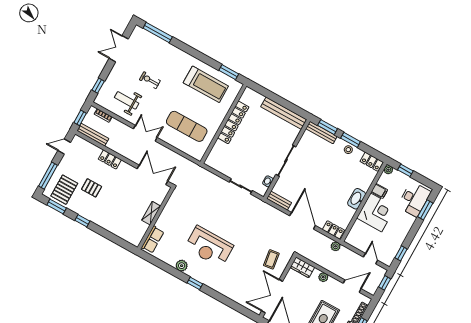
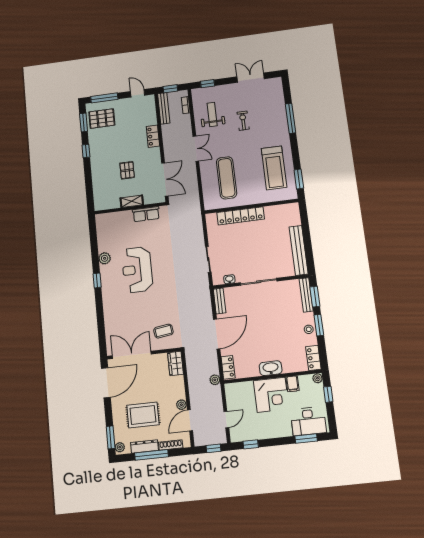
window: (158, 33) -> (291, 118), moved
locker: (233, 122) -> (241, 216), moved
pallet: (92, 188) -> (127, 170), moved
row of seats: (153, 240) -> (146, 214), moved
plant: (323, 277) -> (181, 405), moved
door: (352, 286) -> (190, 420), swing flipped

